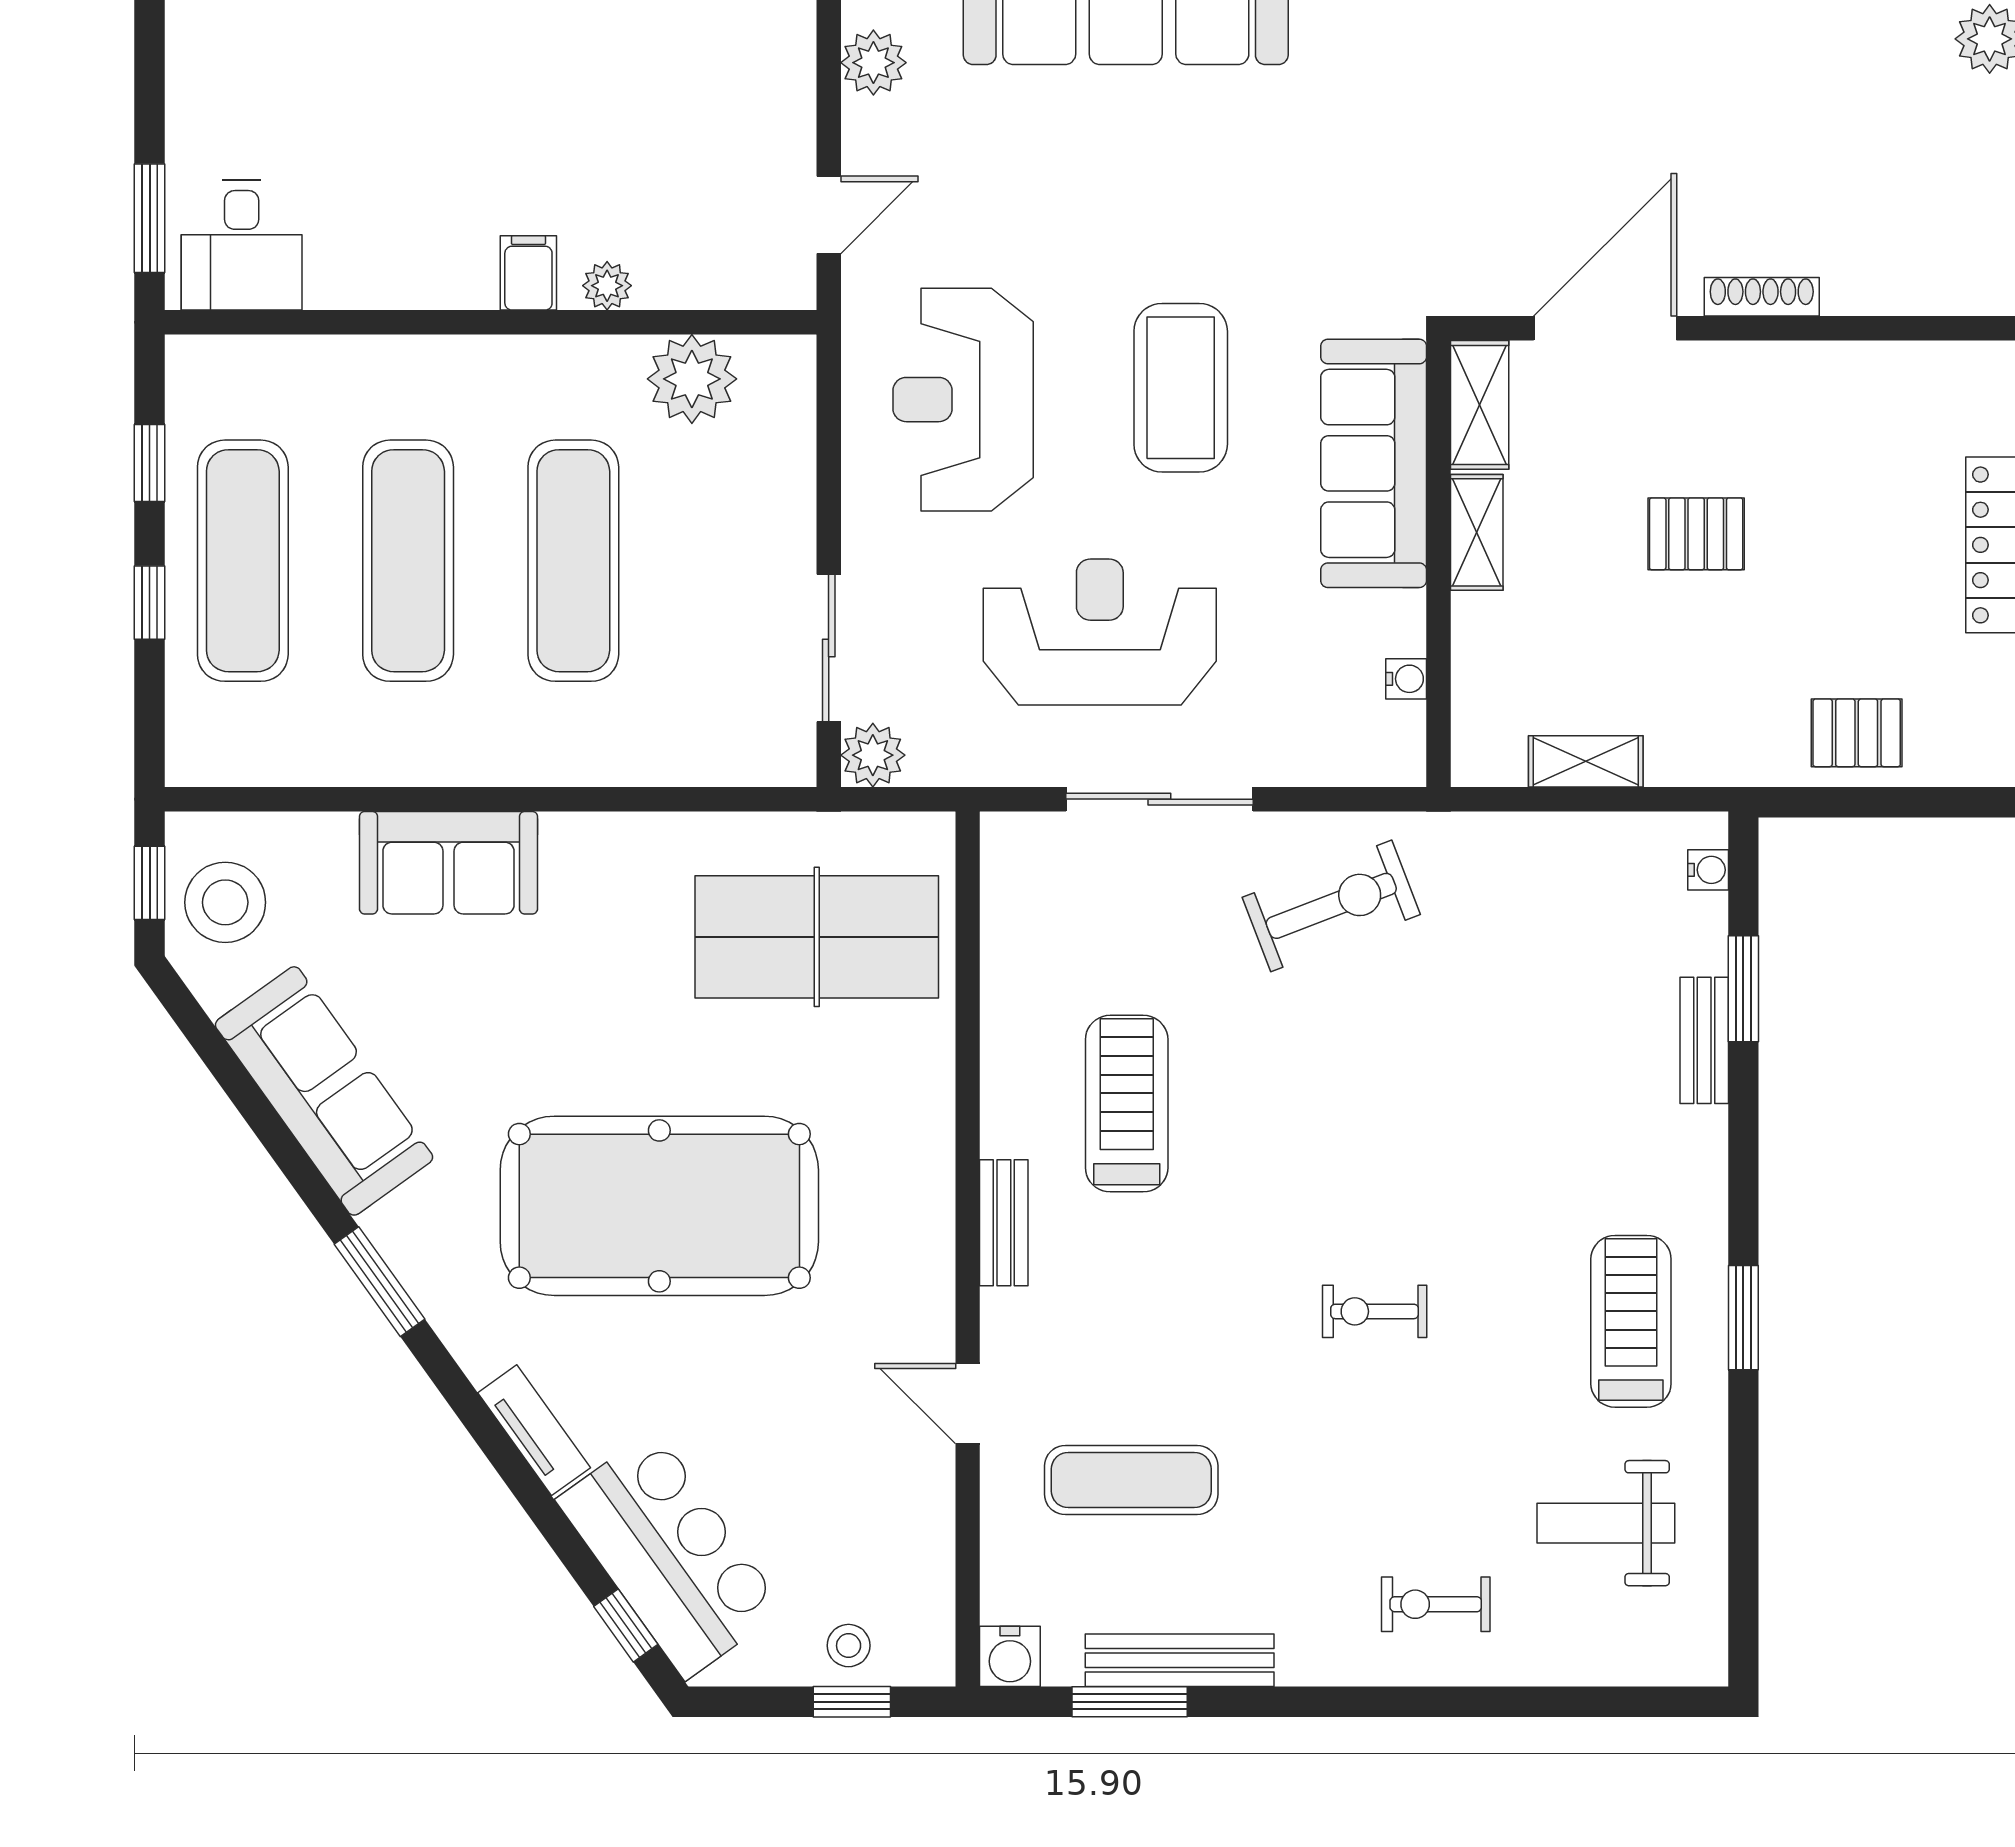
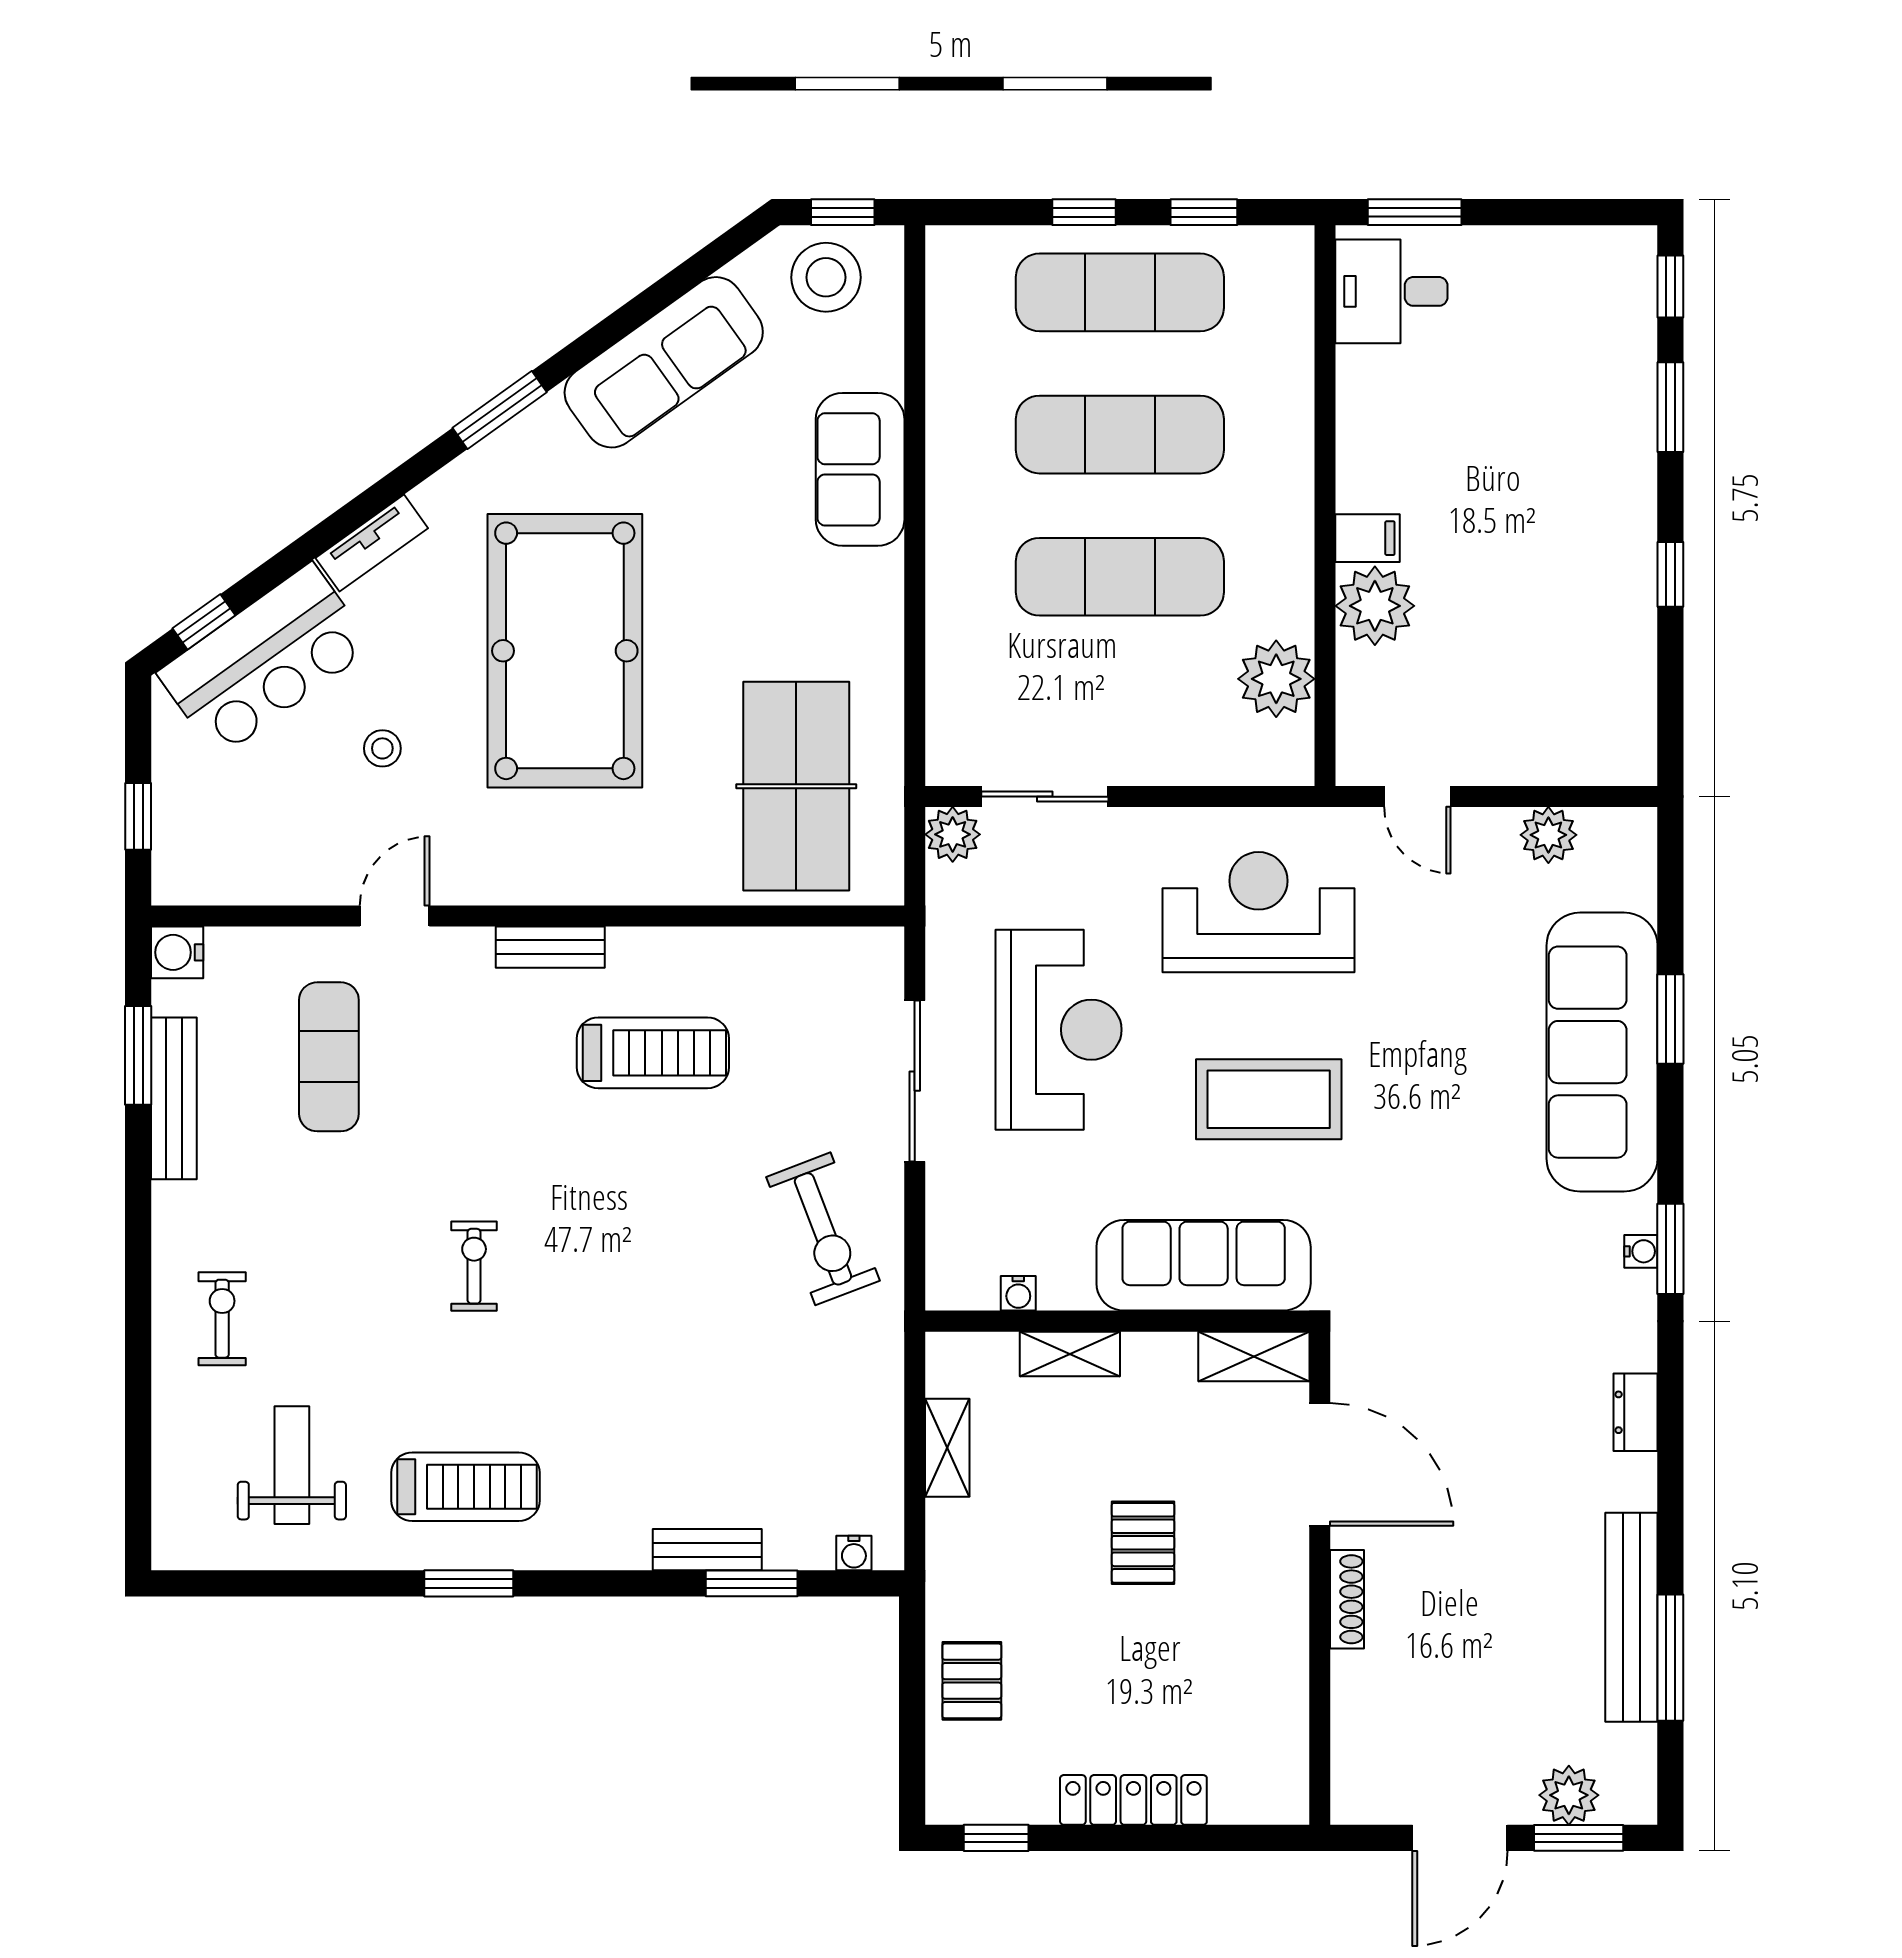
plant: (607, 286) -> (1375, 606), width x1.88, depth x1.88
shelving: (1477, 532) -> (1070, 1354), moved
stool: (849, 1646) -> (382, 748), moved

